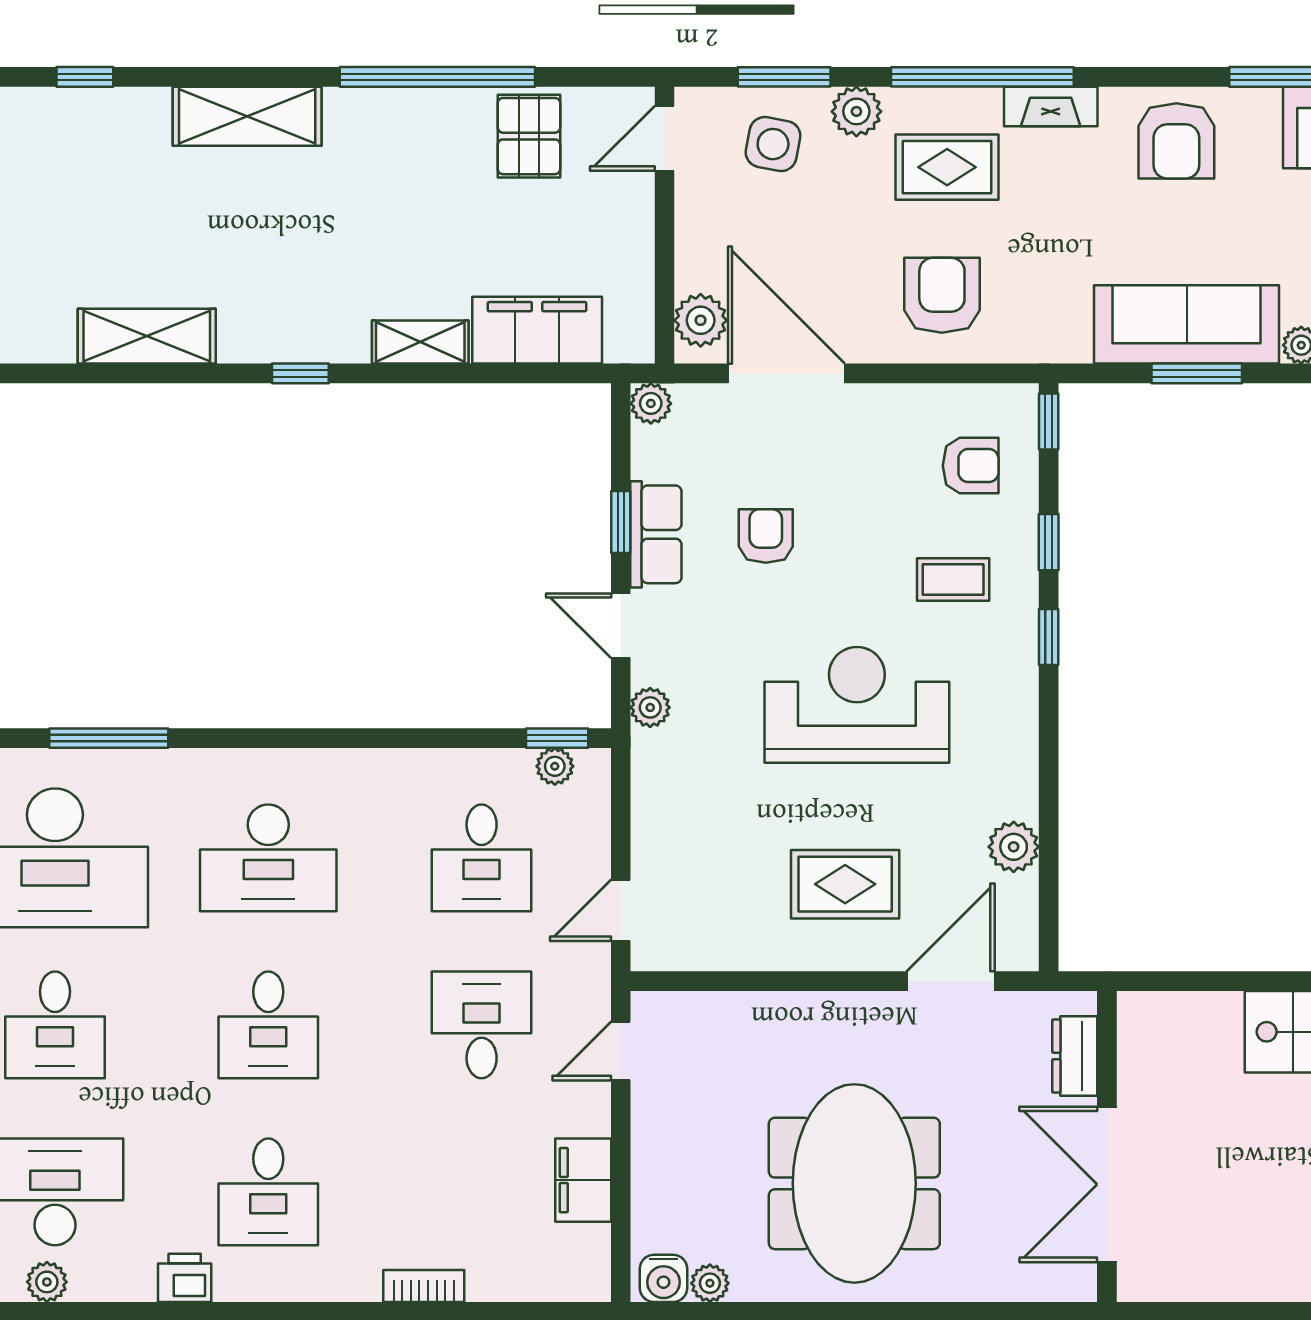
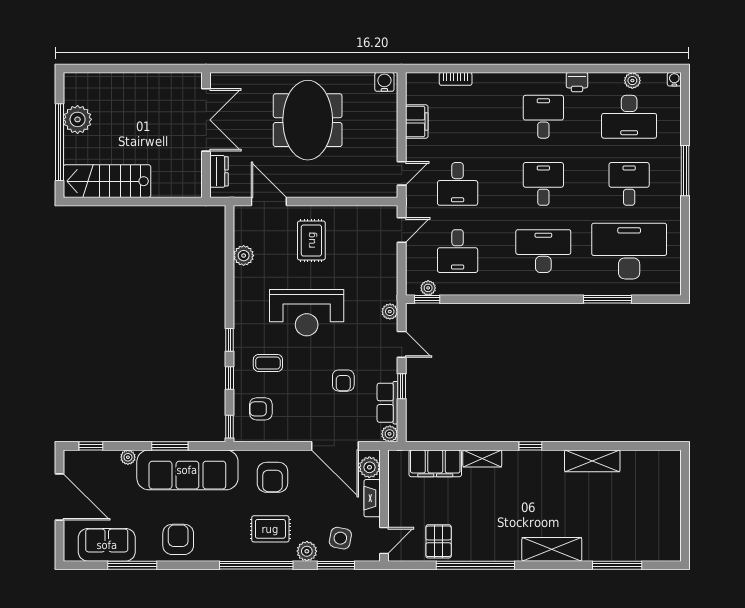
window: (85, 77) -> (617, 565), width x2.17
fireplace: (1051, 106) -> (372, 498), moved, turned -90
sofa: (1187, 324) -> (187, 470), width x1.36, depth x1.27
row of seats: (656, 534) -> (387, 403), moved
desk: (482, 858) -> (458, 251), turned 180
rug: (845, 884) -> (311, 240), turned 90
door: (951, 981) -> (269, 202), swing flipped
plant: (710, 1283) -> (366, 80), removed
bookcase: (424, 1286) -> (456, 79), moved

